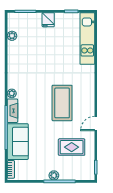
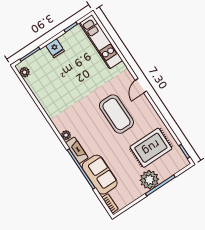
plant: (12, 36) -> (25, 72), moved
door: (96, 124) -> (141, 86), moved
rug: (72, 147) -> (151, 148), width x1.36, depth x1.43
plant: (54, 175) -> (149, 180), width x1.88, depth x1.88

